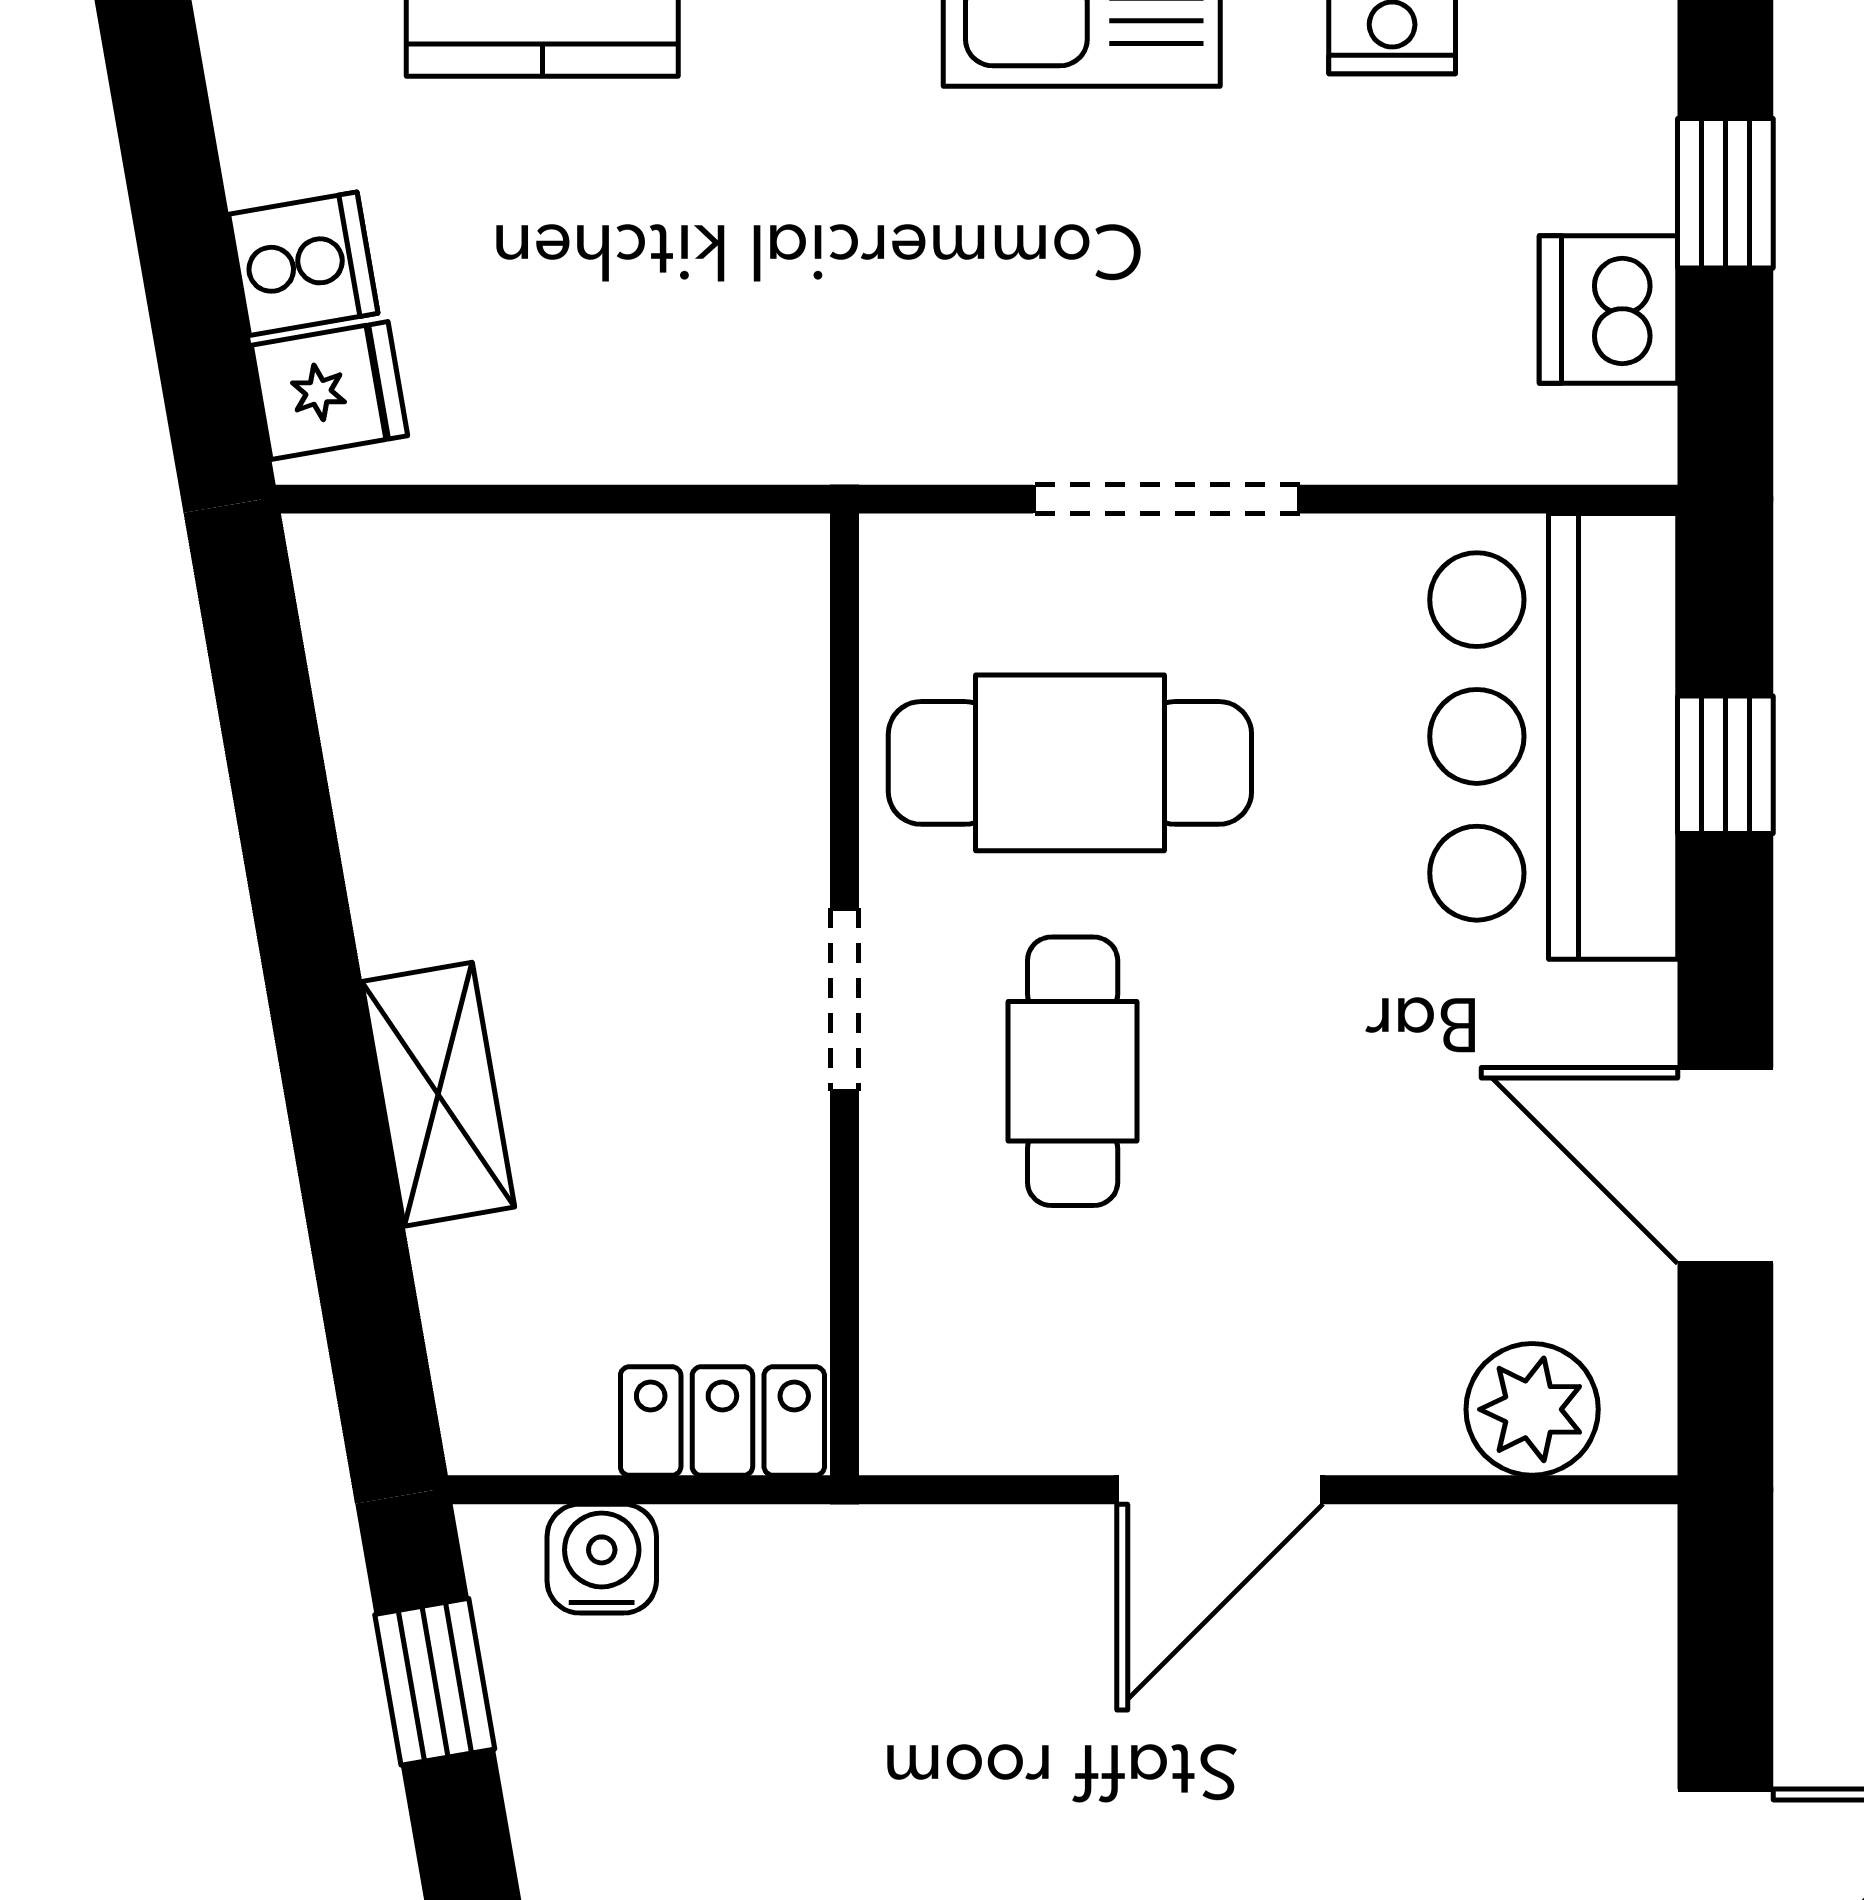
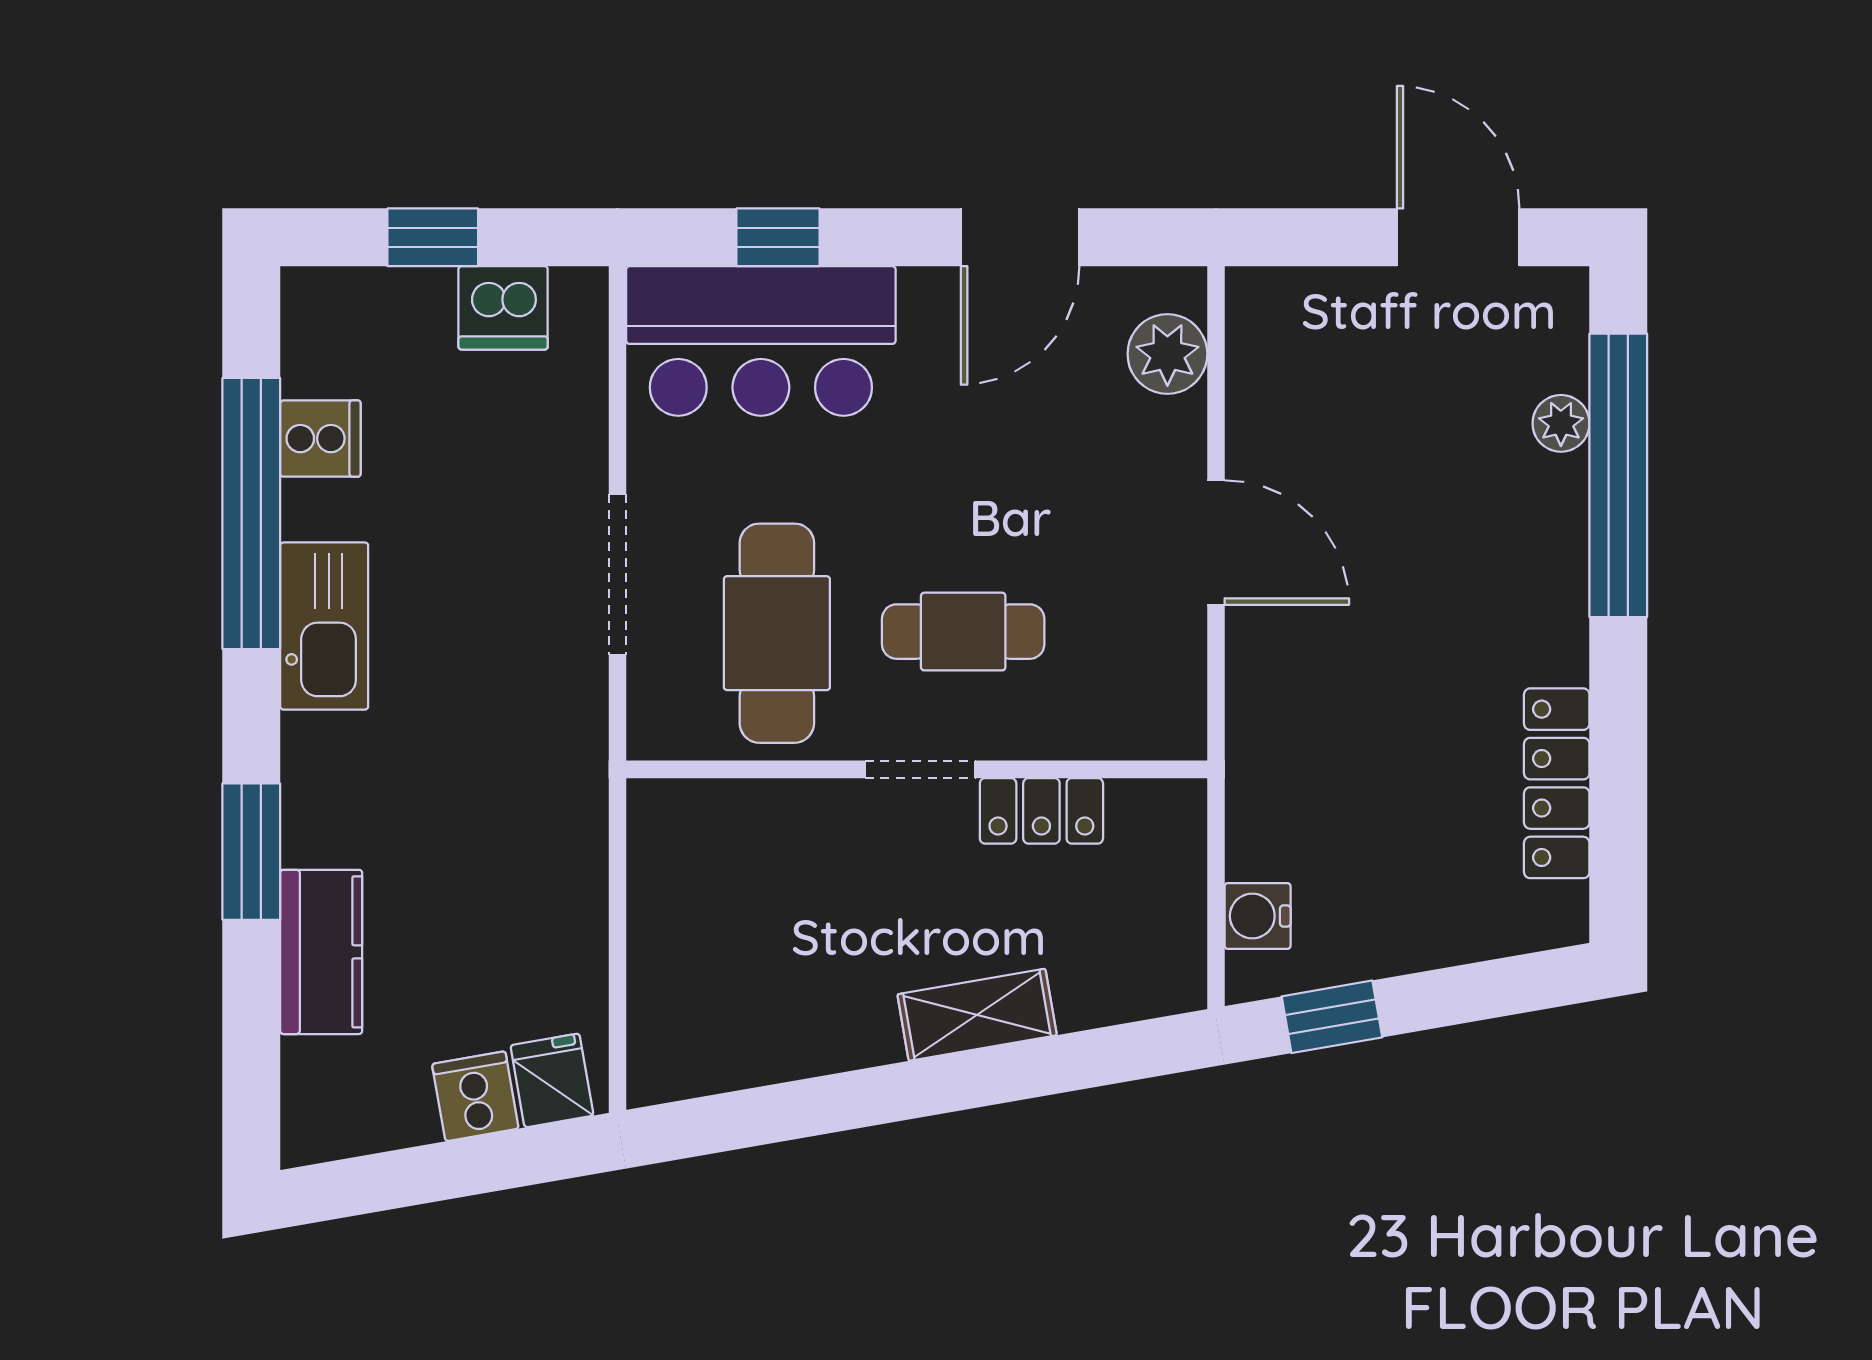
locker: (722, 1421) -> (1041, 811), moved, turned -90

